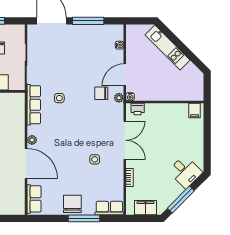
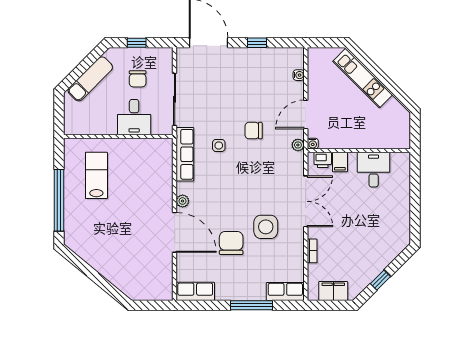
window: (88, 21) -> (257, 43), width x0.46
chair: (101, 93) -> (254, 131), moved
filing cabinet: (195, 111) -> (340, 162), moved
side table: (95, 159) -> (266, 227), width x1.87, depth x1.87
desk: (185, 172) -> (374, 170), moved, turned -135
row of seats: (34, 199) -> (195, 291), moved, turned -90
window: (181, 199) -> (380, 280), width x0.46
chair: (72, 204) -> (231, 243), moved

